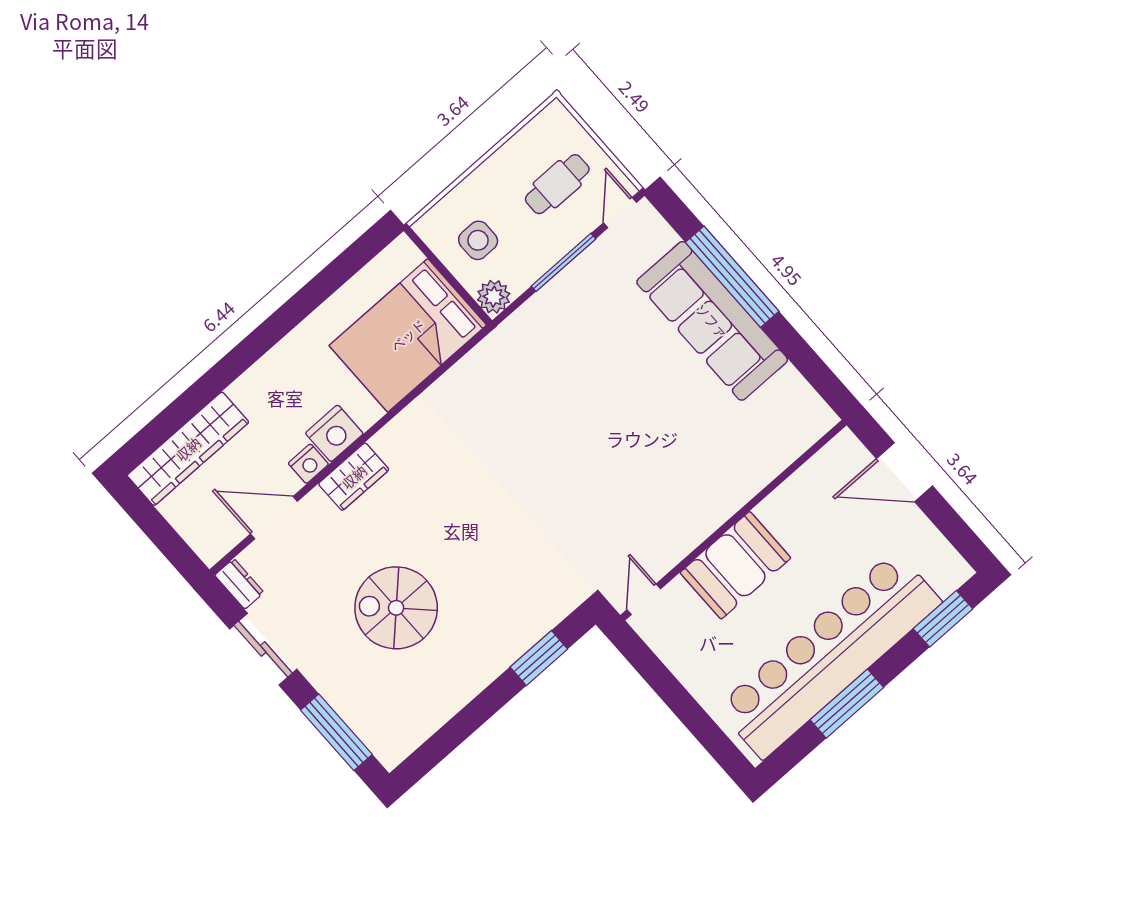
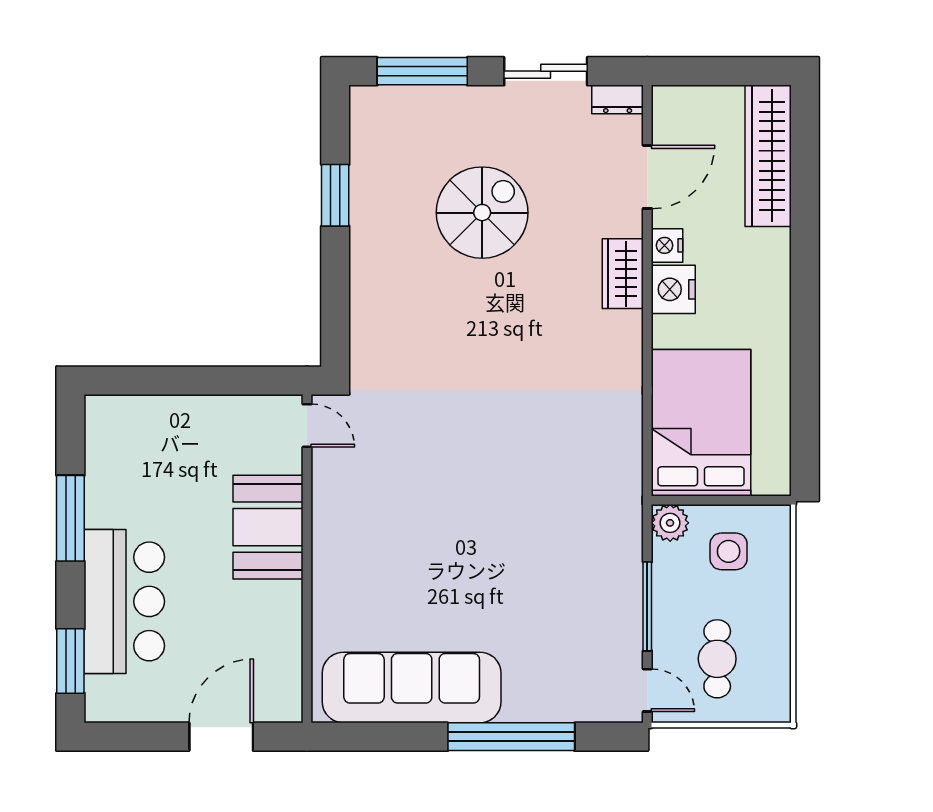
sofa: (712, 321) -> (412, 687), moved
bar counter: (829, 655) -> (124, 601), width x0.54
window: (539, 658) -> (335, 195), moved

